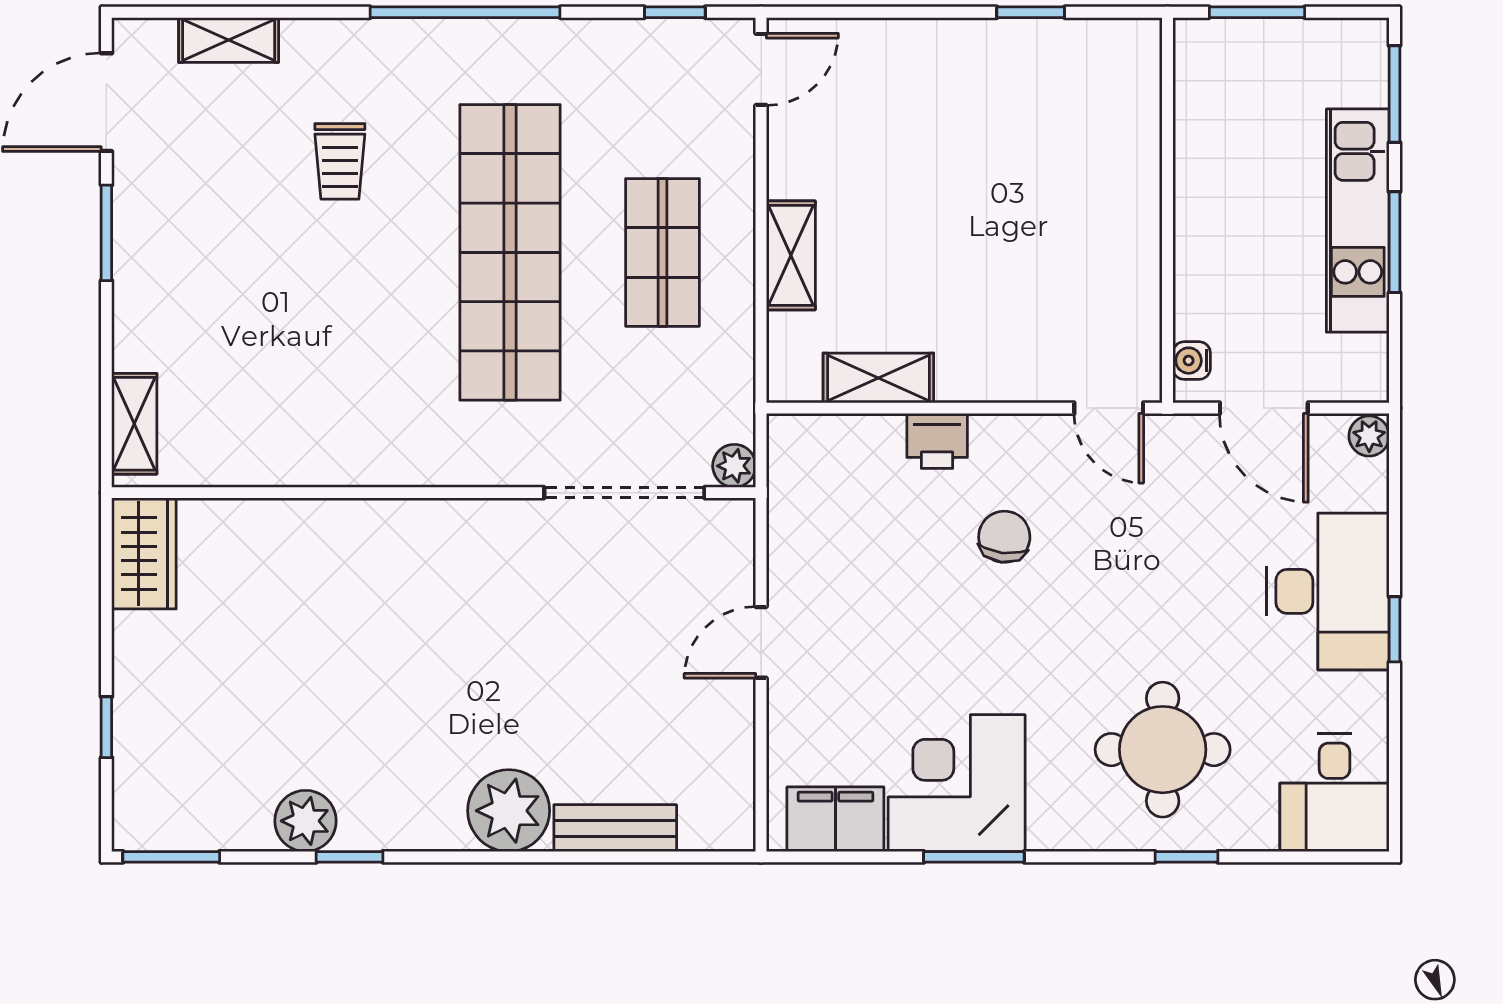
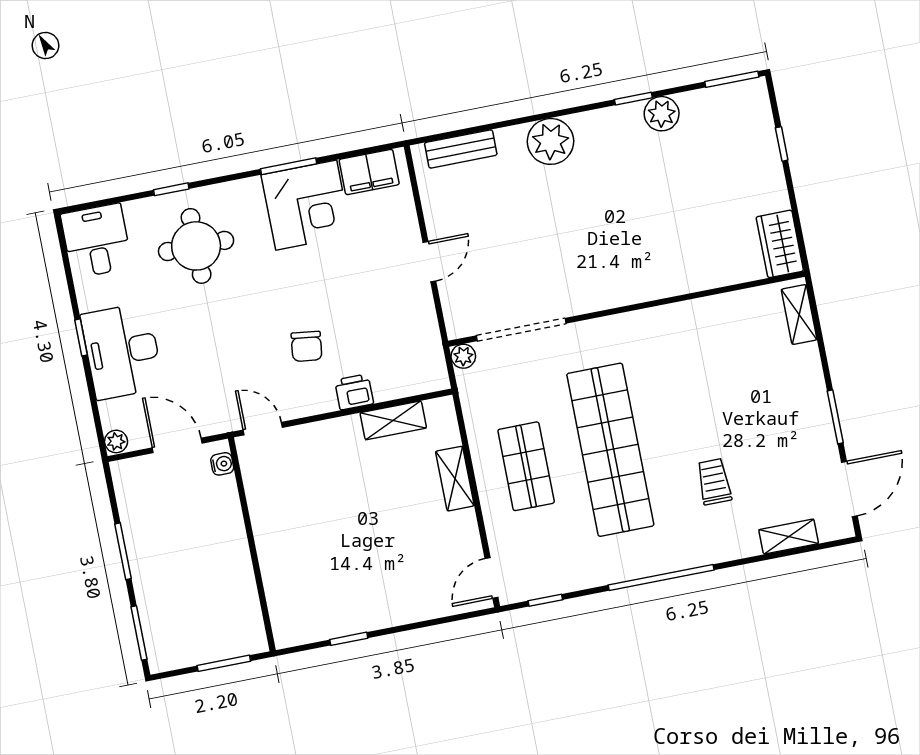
kitchen unit: (1358, 221) -> (146, 559), removed
bench: (615, 828) -> (461, 149), moved

